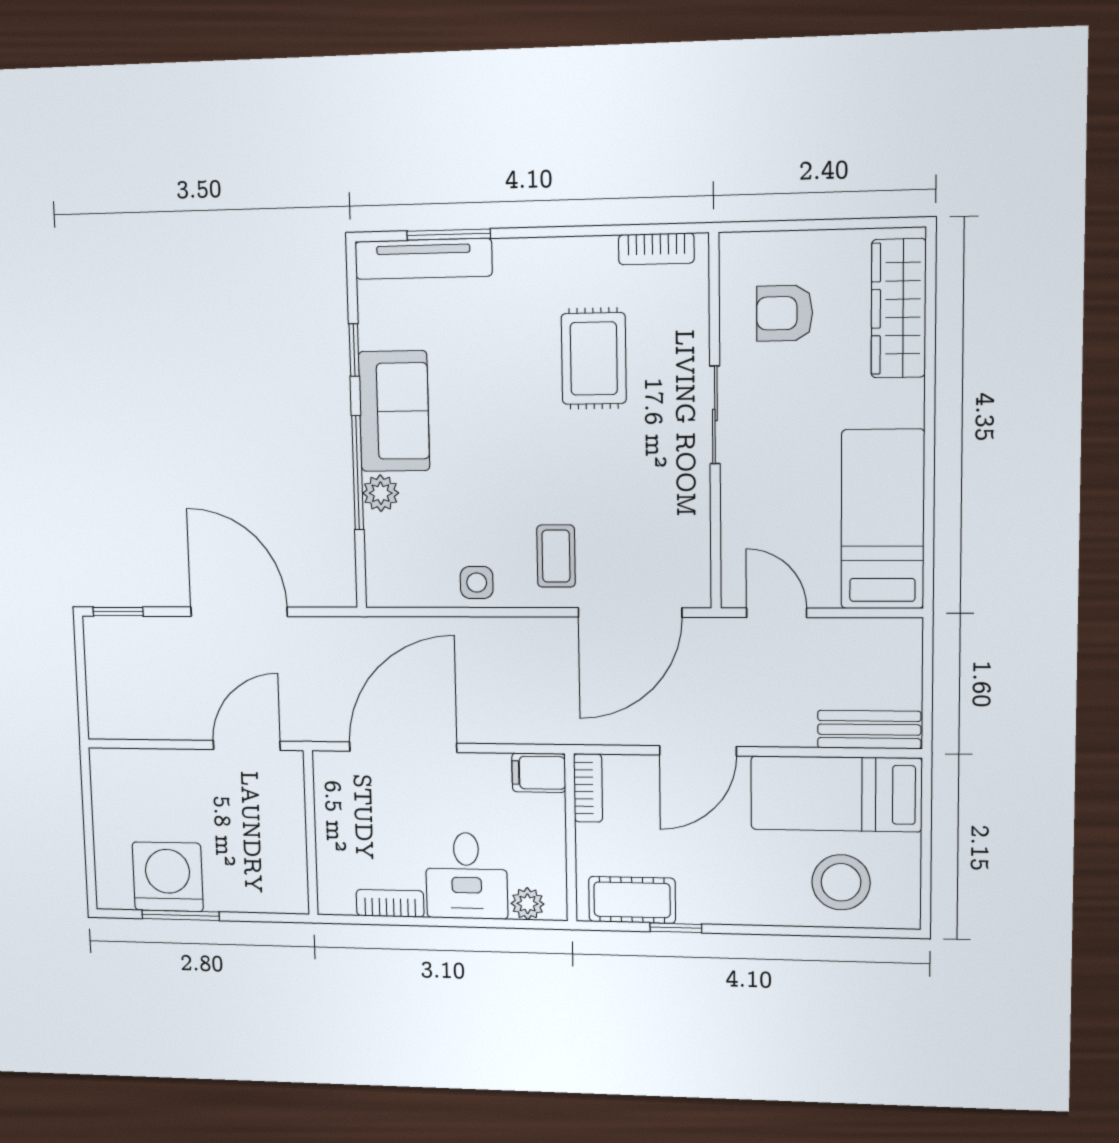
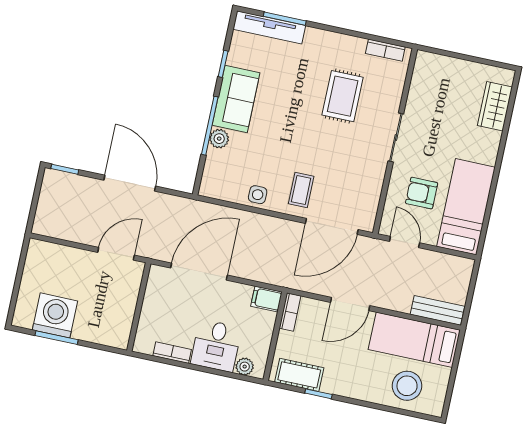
wardrobe: (899, 308) -> (495, 106), width x0.67
armchair: (785, 313) -> (422, 193), moved

